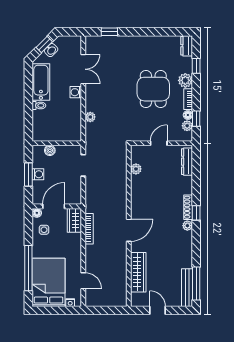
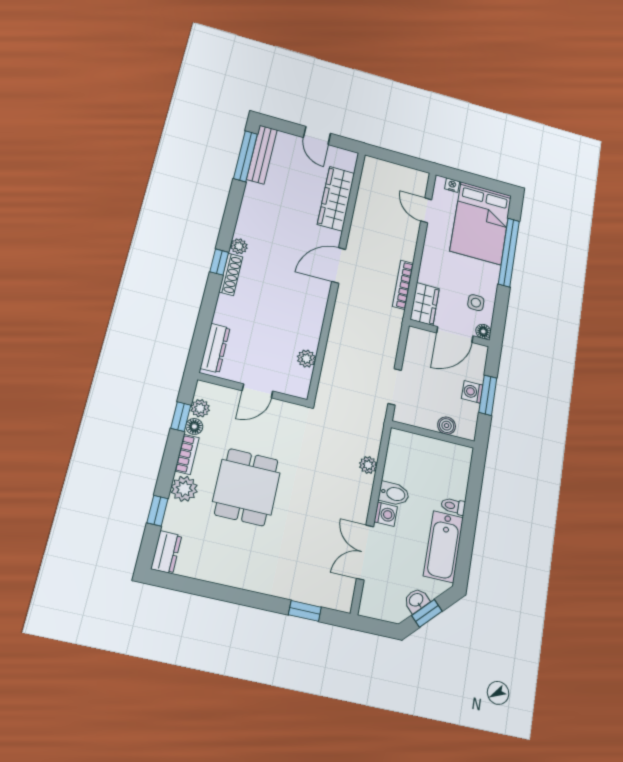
bidet: (73, 105) -> (394, 494), added

